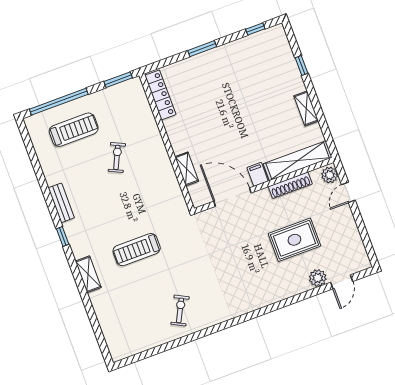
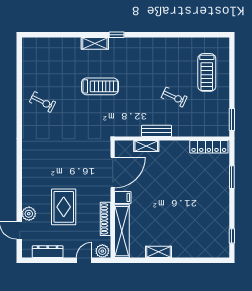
window: (202, 49) -> (232, 177), moved
window: (301, 66) -> (192, 260), removed
window: (59, 102) -> (232, 69), removed
door: (348, 192) -> (84, 260), hinge flipped
bench: (61, 203) -> (157, 131), moved
window: (63, 237) -> (117, 35), moved
dresser: (354, 239) -> (48, 252), added
treadmill: (137, 250) -> (100, 86), turned 90

